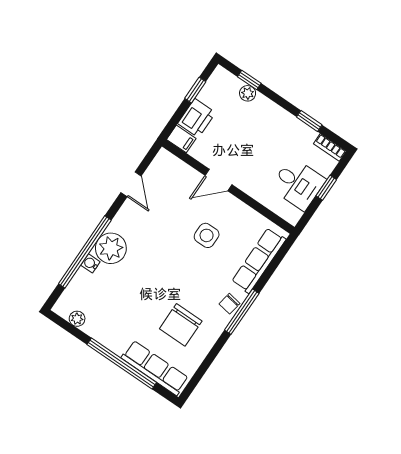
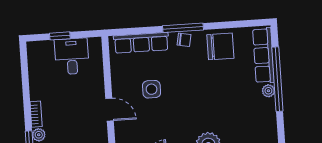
window: (309, 121) -> (25, 81), removed
bookcase: (330, 147) -> (36, 114), moved
plant: (77, 319) -> (268, 91), moved
chair: (181, 325) -> (220, 46), moved

